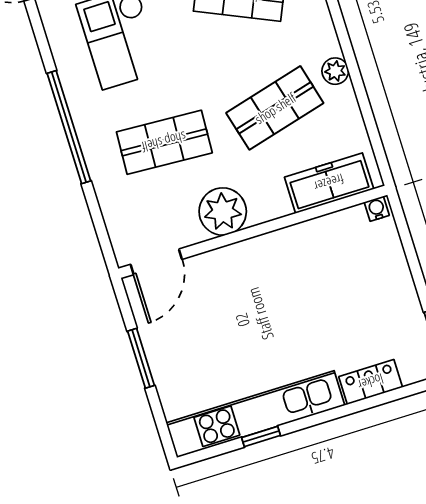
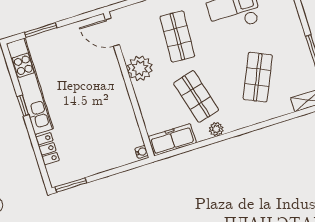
freezer: (329, 183) -> (172, 140), moved, turned -90
window: (141, 358) -> (41, 30), moved
window: (261, 436) -> (23, 106), moved

